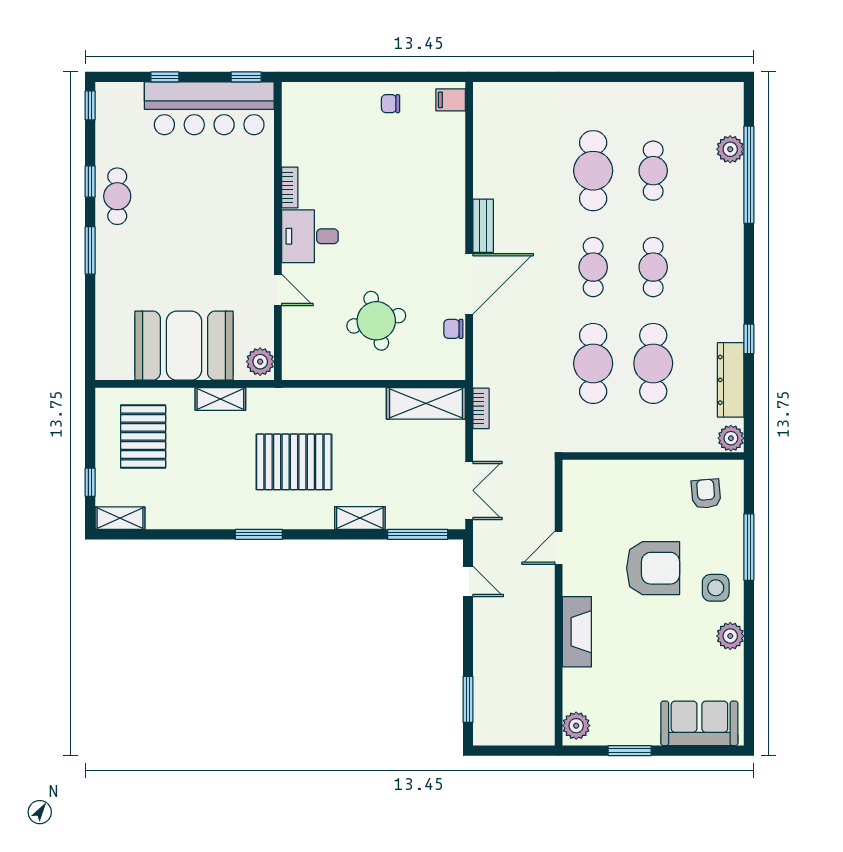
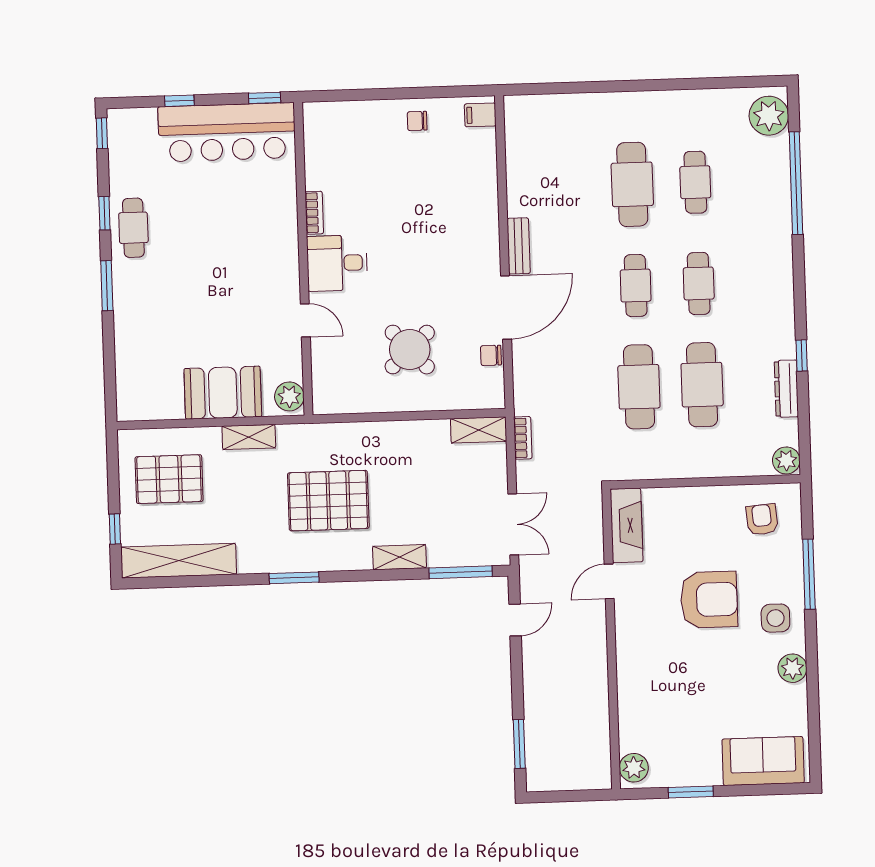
plant: (730, 149) -> (769, 116), moved, width x1.36, depth x1.36
round table: (376, 321) -> (410, 350), turned -30
booth: (184, 346) -> (223, 393), width x0.73, depth x0.70
dresser: (731, 380) -> (786, 389), width x0.73, depth x0.80
shelving: (426, 403) -> (479, 430), width x0.67, depth x0.75
pallet: (143, 436) -> (169, 479), turned 90
shelving: (120, 518) -> (179, 561), width x2.20, depth x1.33
door: (468, 581) -> (515, 620), hinge flipped
fireplace: (577, 632) -> (627, 525), moved

